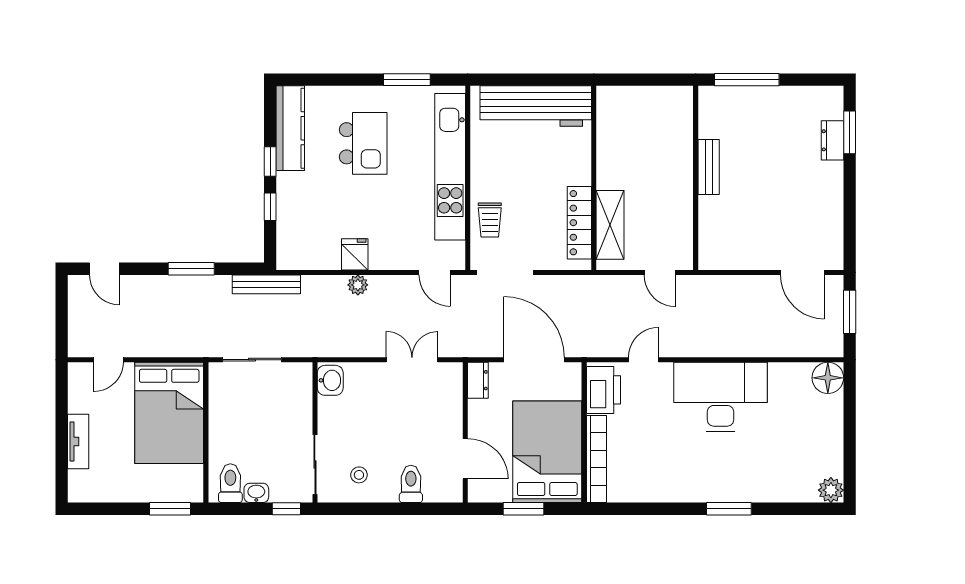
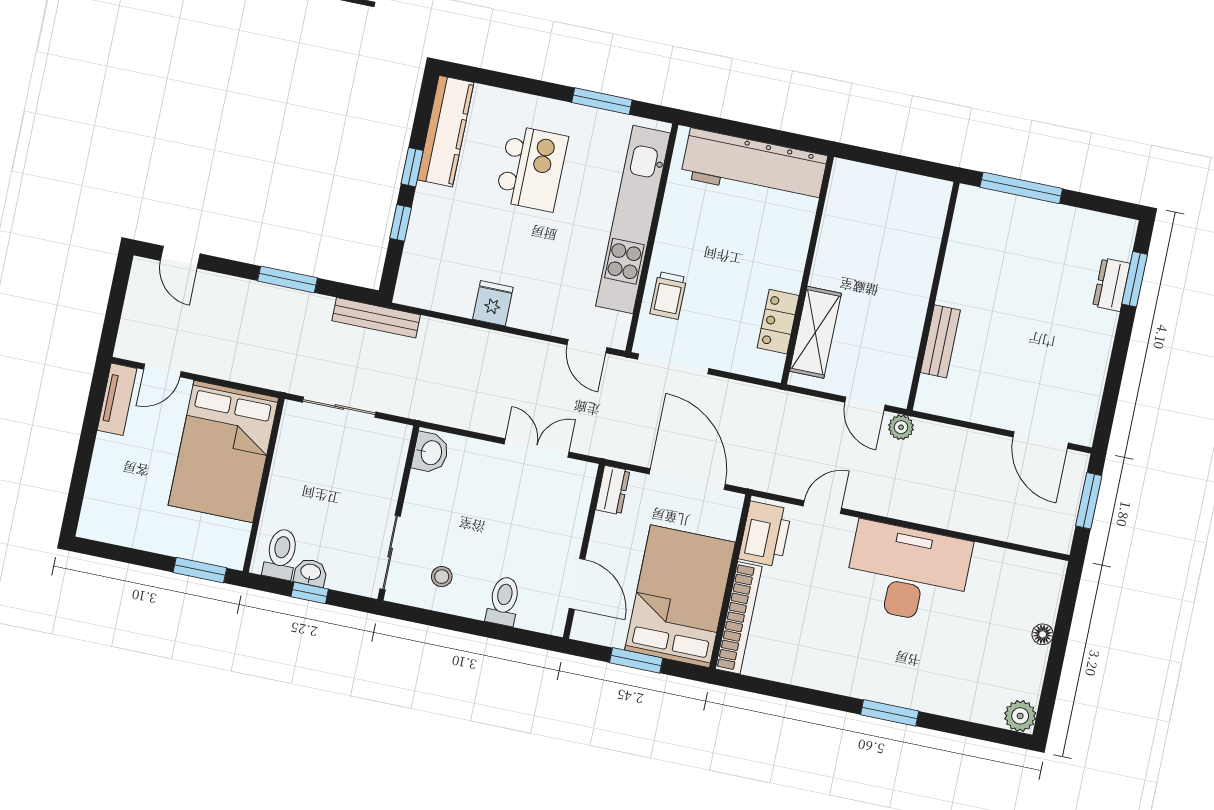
bench: (709, 167) -> (940, 341), moved
locker: (579, 223) -> (778, 322), width x0.66
plant: (358, 285) -> (901, 427), moved
floor lamp: (828, 378) -> (1043, 634), moved, width x0.53, depth x0.53
tv unit: (78, 442) -> (117, 399), moved
window: (286, 509) -> (310, 593), moved

